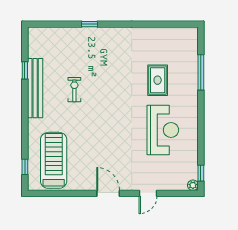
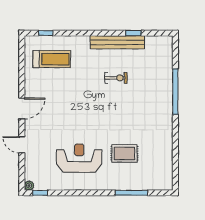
window: (90, 24) -> (175, 92), width x3.17
reception desk: (163, 130) -> (79, 158), turned 180
treadmill: (54, 160) -> (52, 59), width x0.73, depth x0.73

